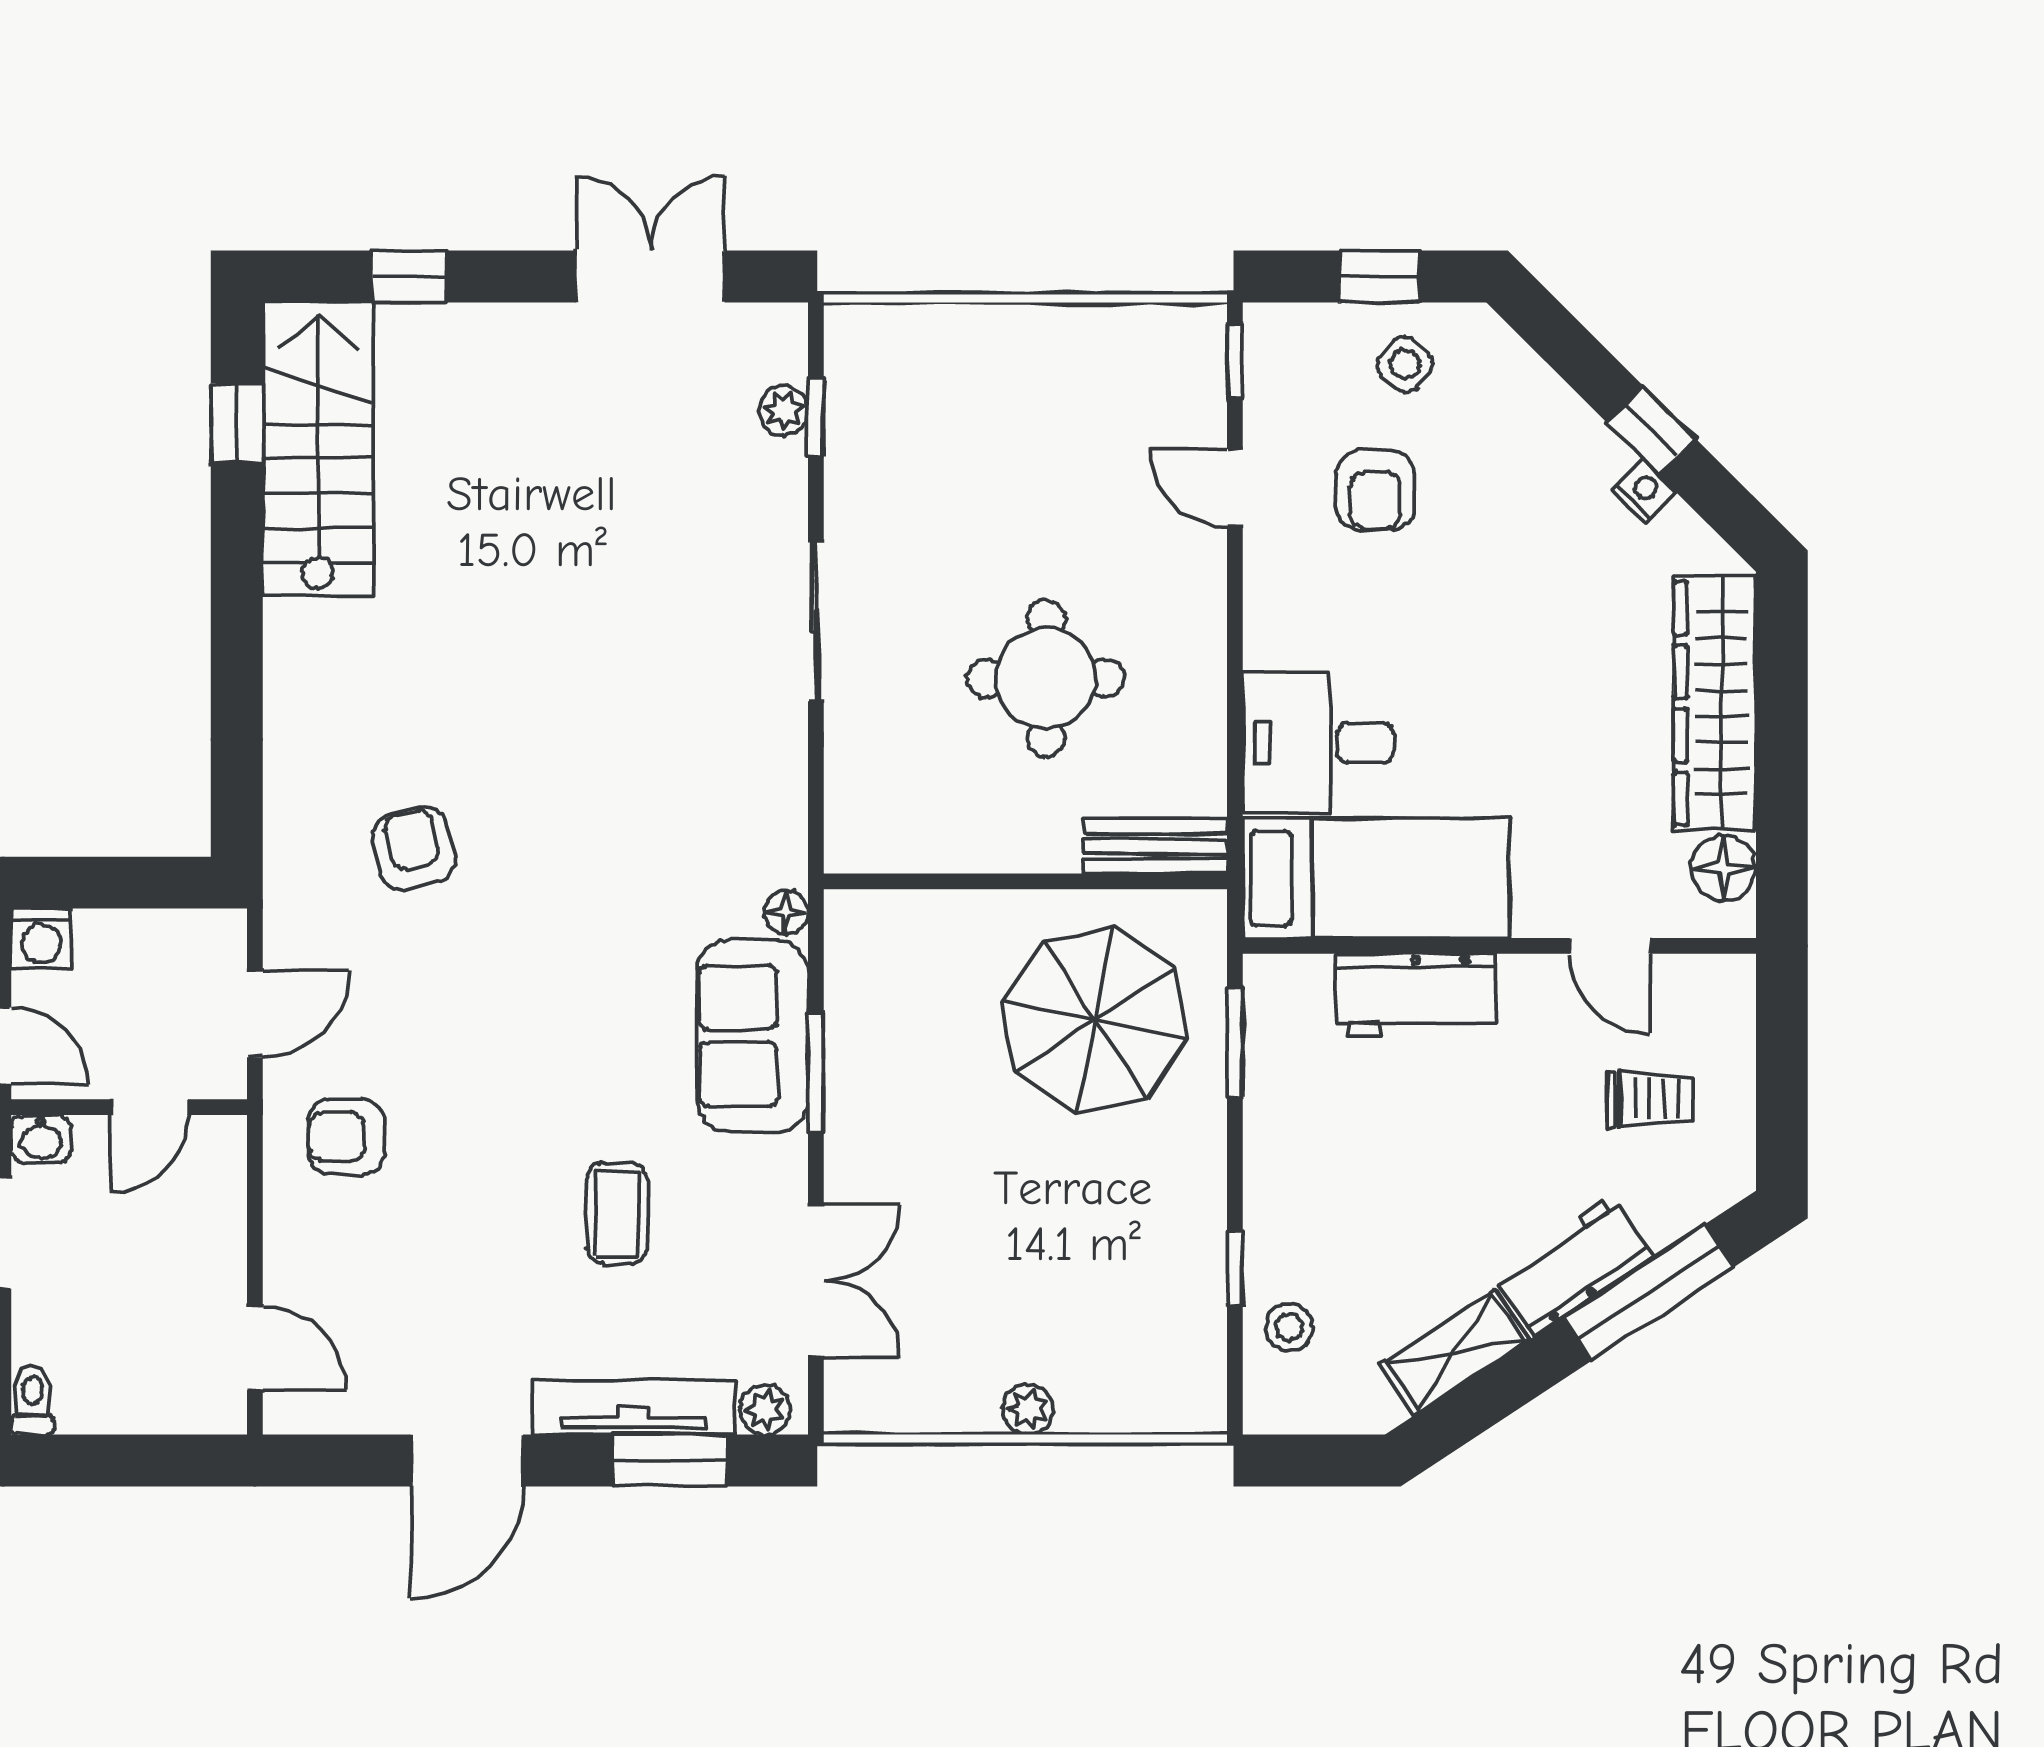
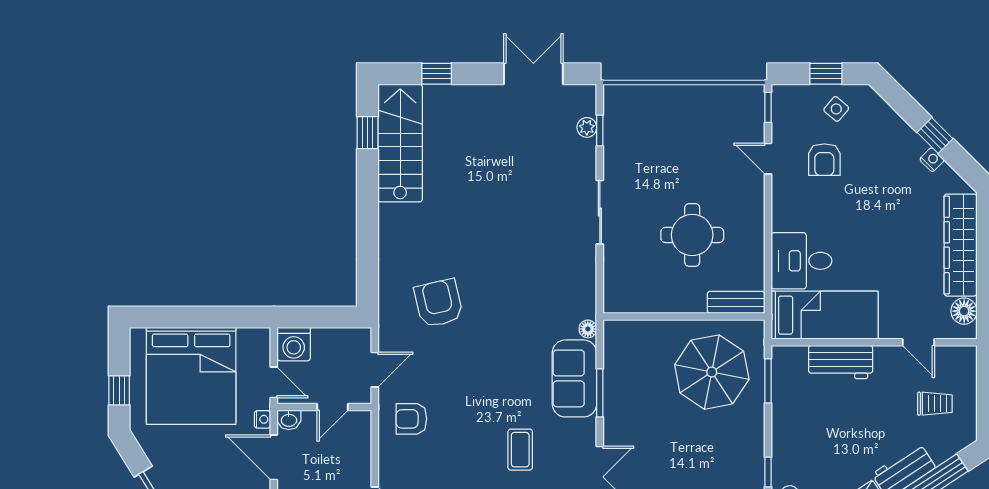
armchair: (414, 848) -> (439, 303), width x1.38, depth x1.38
washing machine: (41, 939) -> (294, 344), width x1.38, depth x1.38

